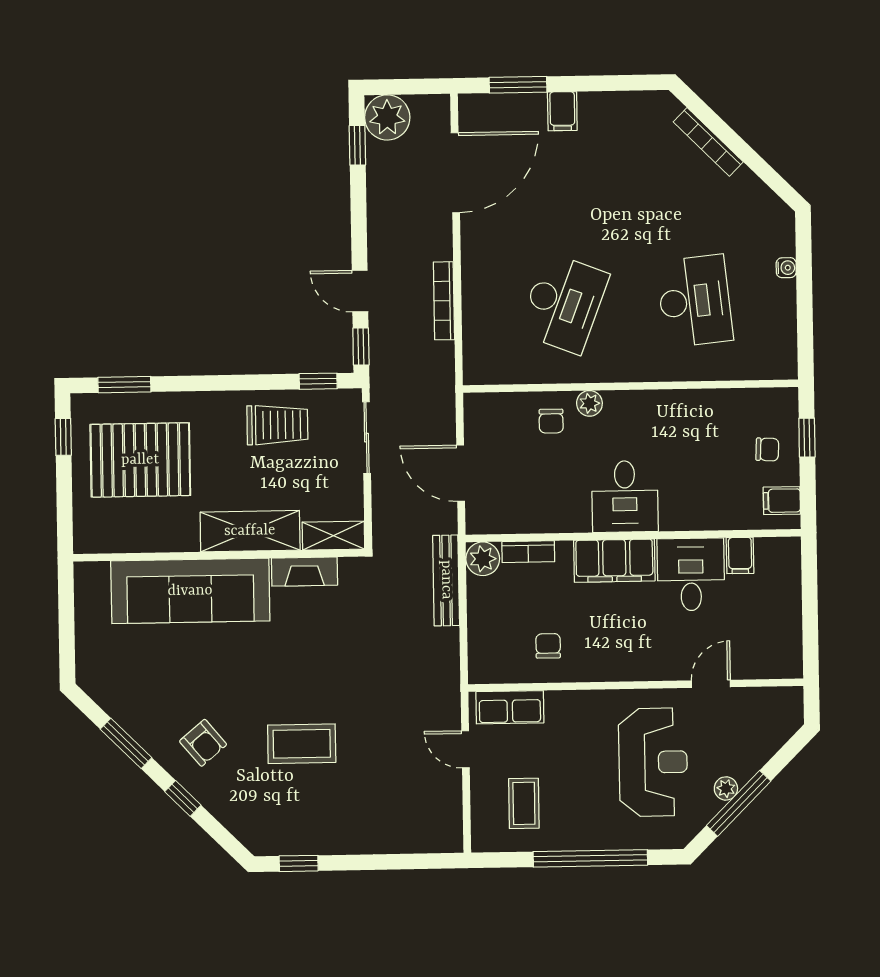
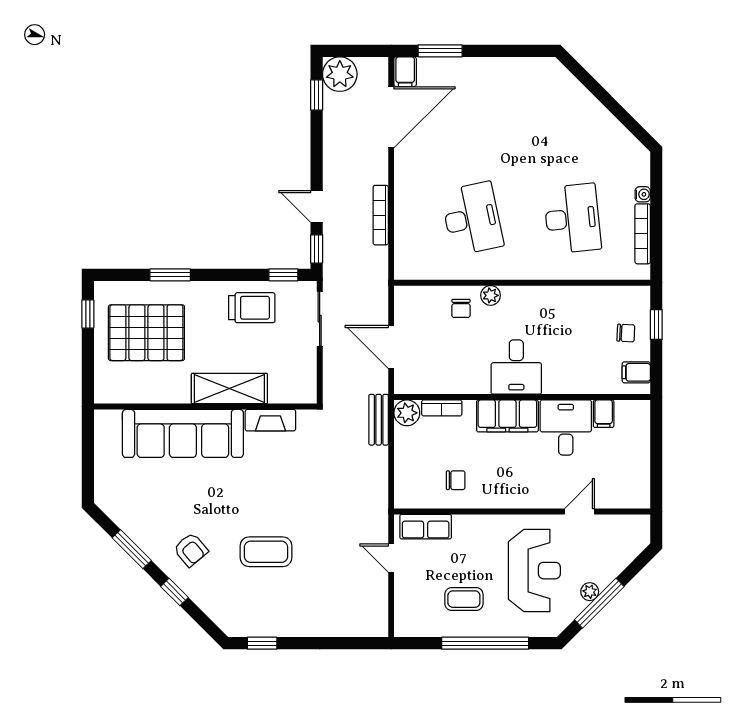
filing cabinet: (562, 111) -> (405, 72), moved
bookcase: (708, 142) -> (643, 234), moved, turned 45
desk: (564, 303) -> (472, 219), turned -33
window: (124, 385) -> (170, 275), moved
shelving: (333, 536) -> (293, 393), removed
bench: (446, 580) -> (379, 420), width x0.73
chair: (548, 646) -> (456, 480), turned 90
coffee table: (524, 803) -> (464, 599), moved, turned 90

